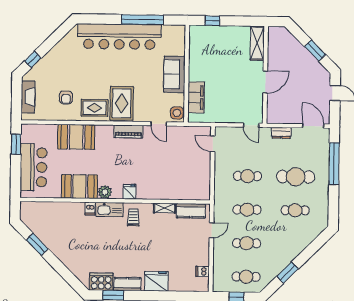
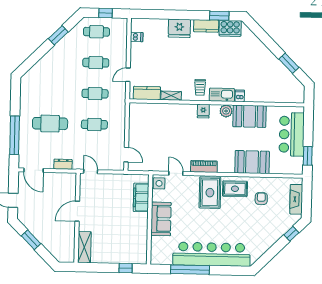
cafe table: (295, 210) -> (51, 93), removed

